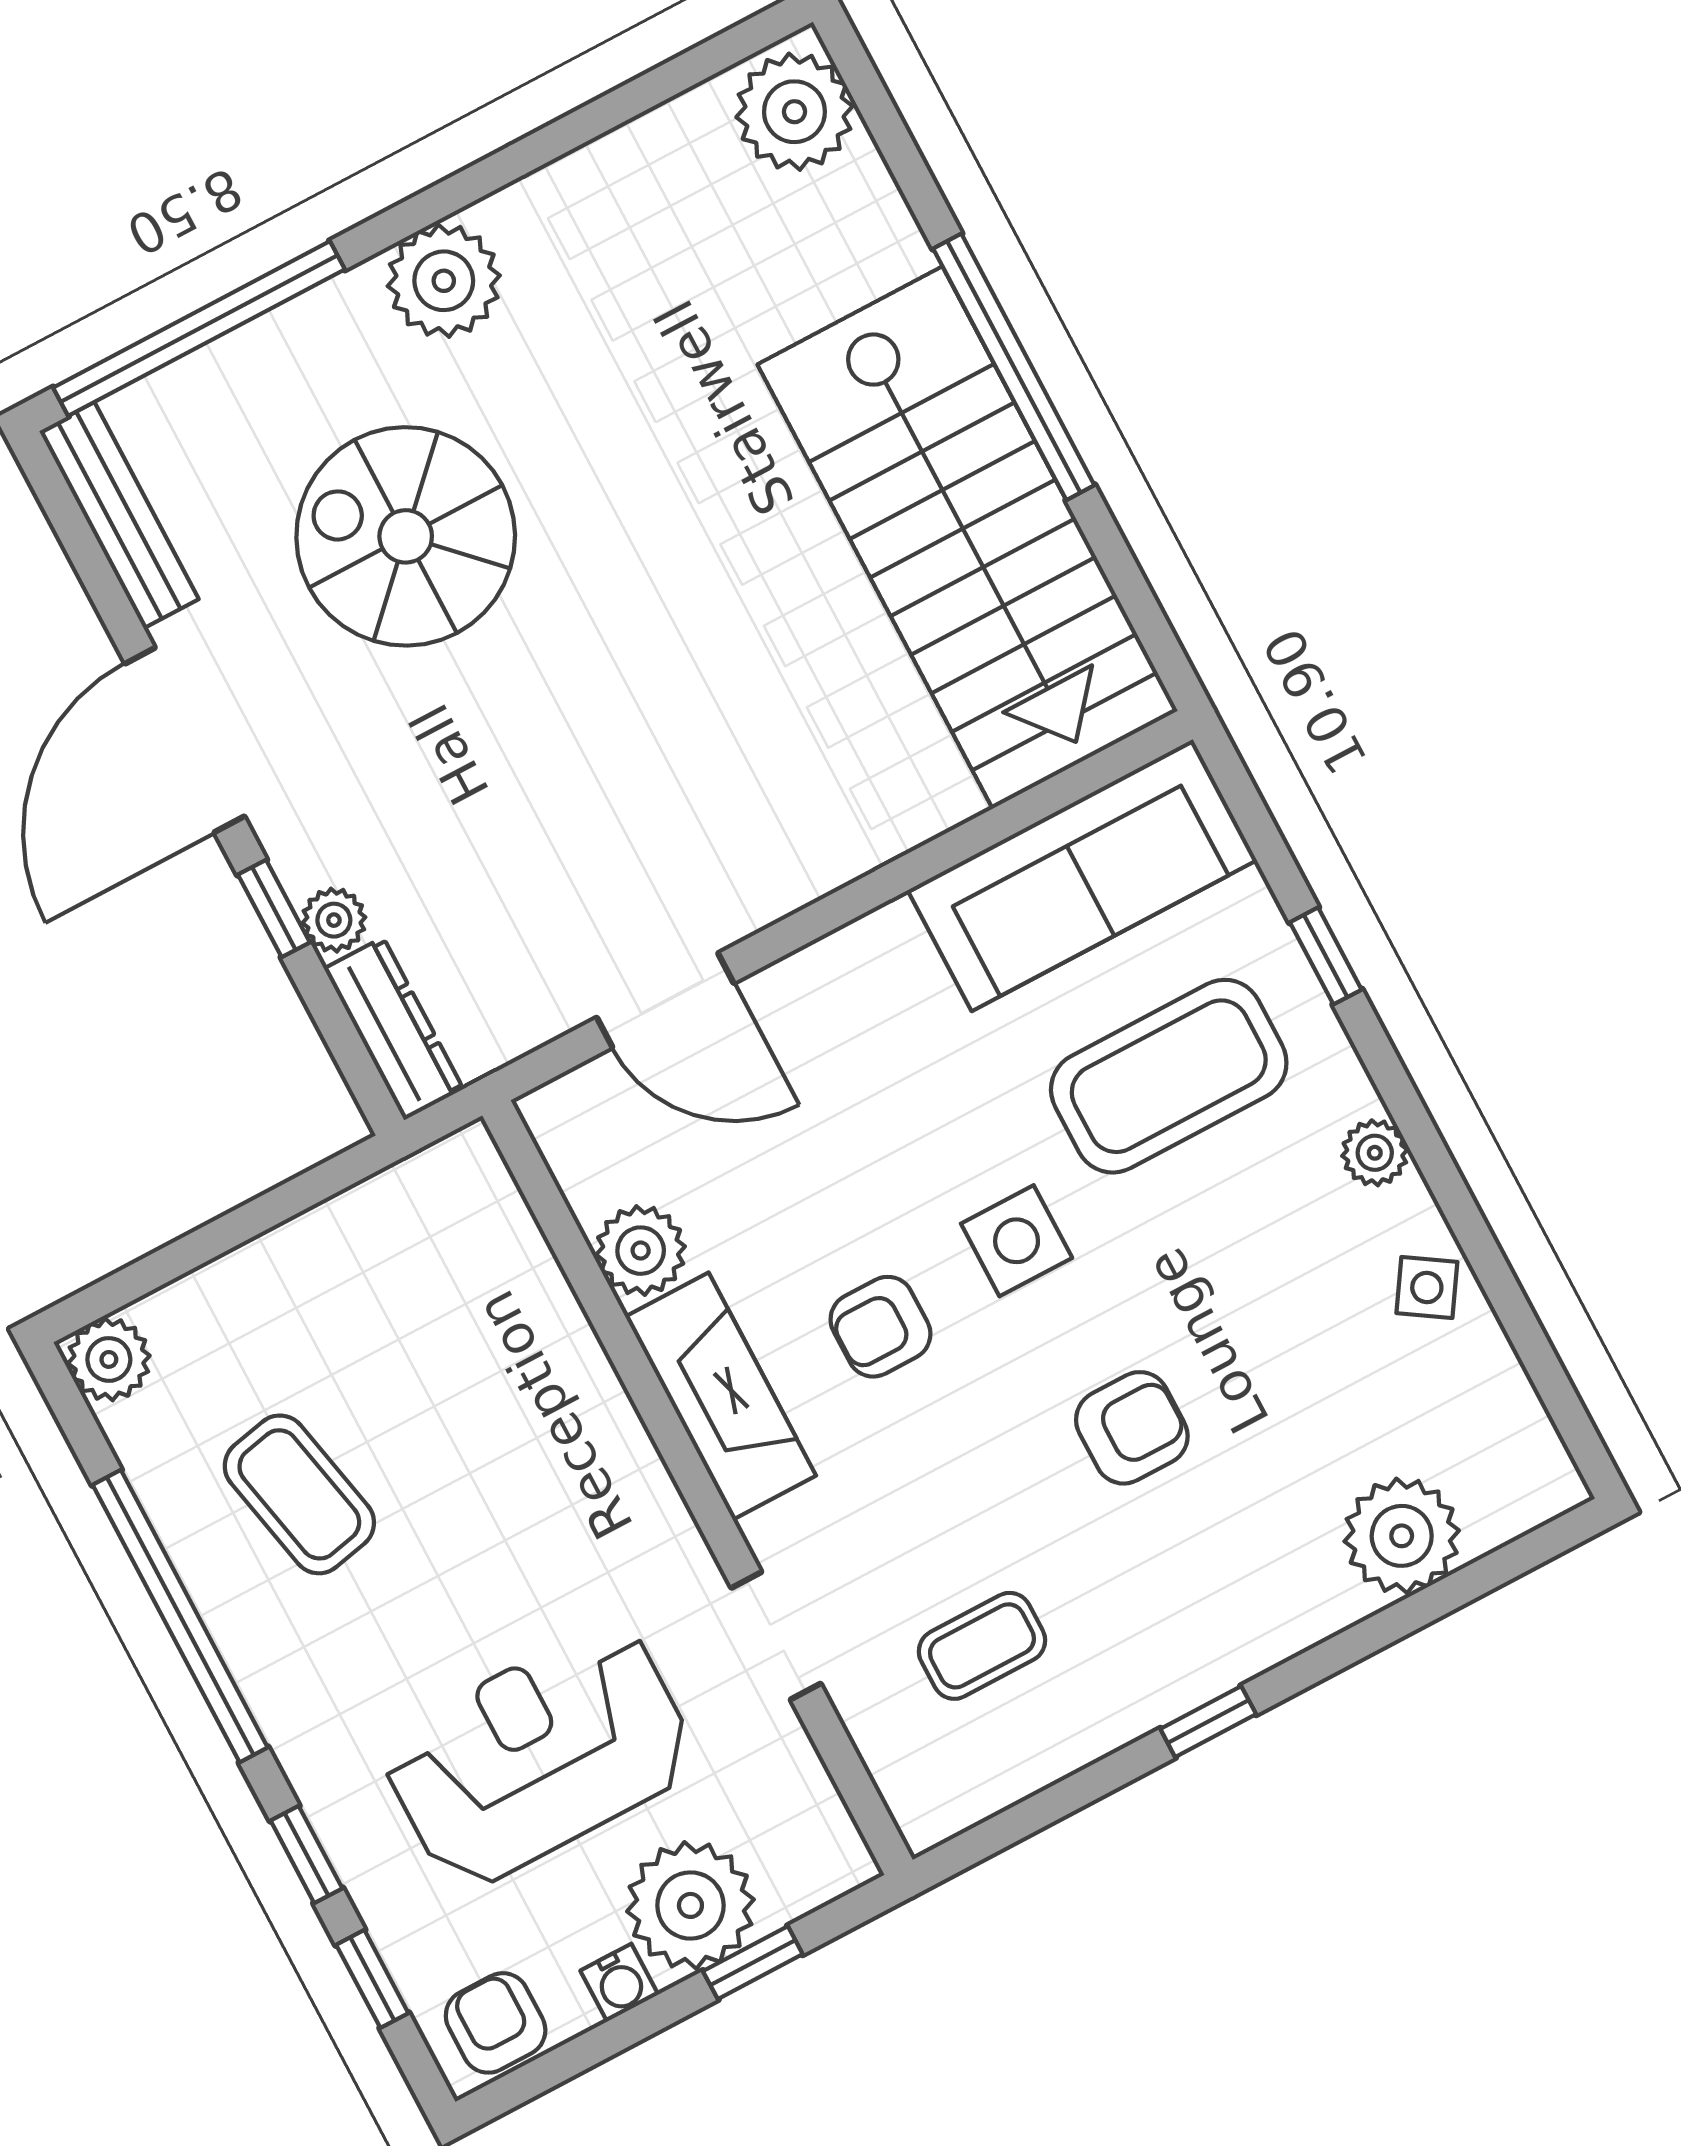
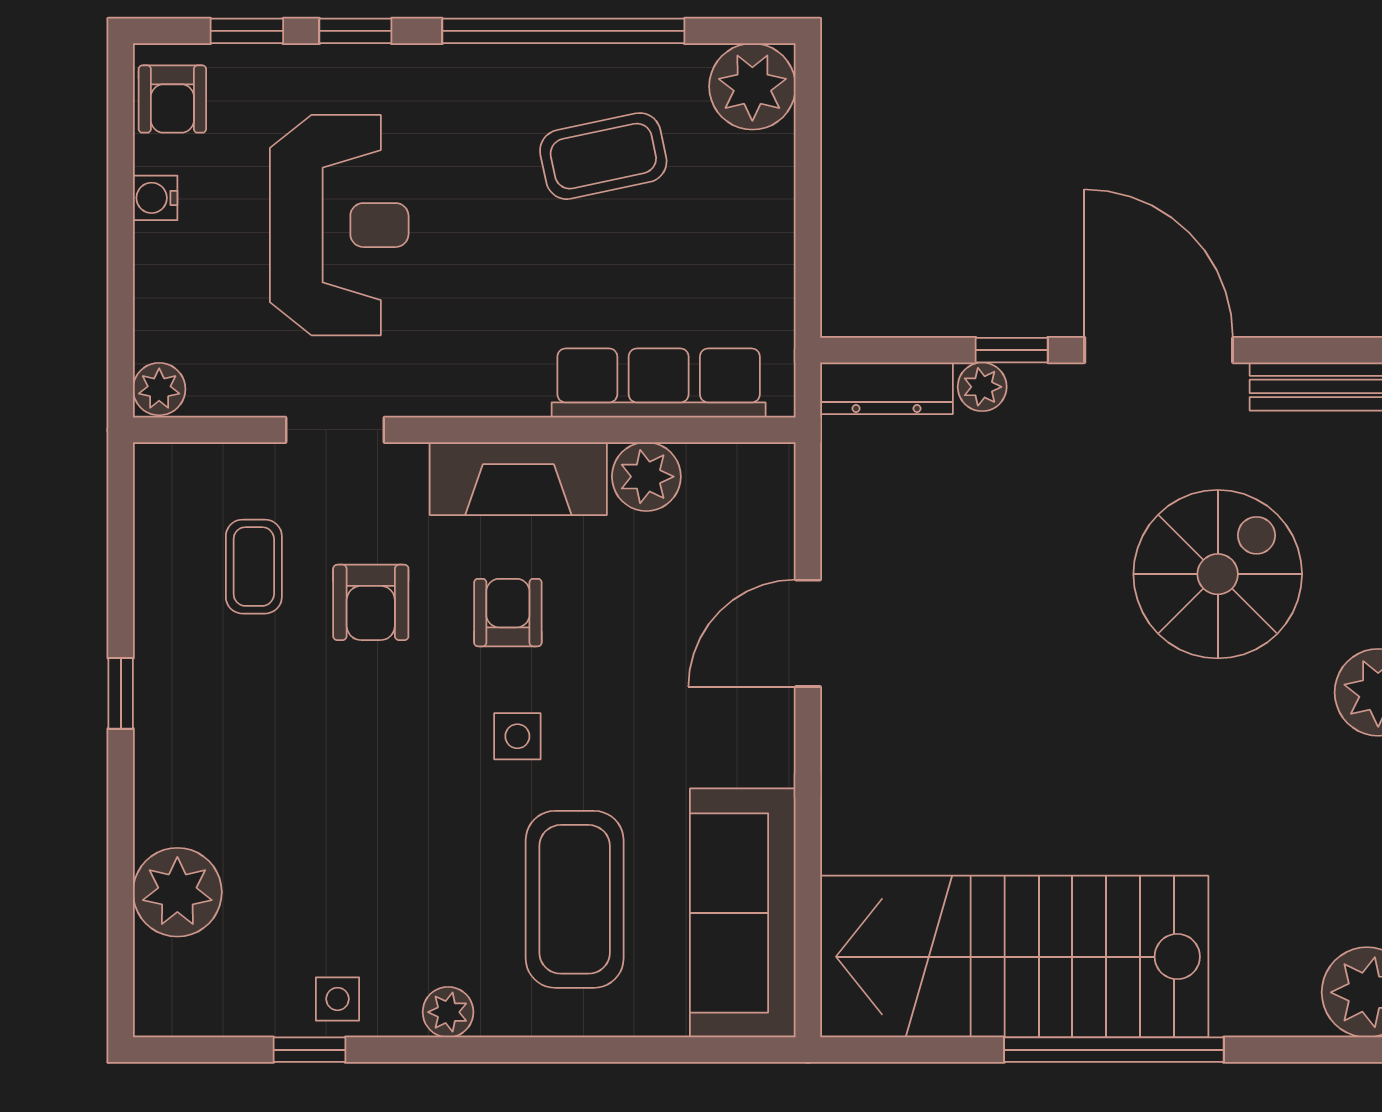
window: (1326, 956) -> (309, 1050), moved
door: (665, 1000) -> (808, 633), moved
side table: (1017, 1241) -> (517, 736), width x0.73, depth x0.73
side table: (1427, 1287) -> (338, 999), turned -33
row of seats: (526, 1293) -> (659, 383), added
plant: (109, 1359) -> (752, 86), width x1.36, depth x1.36
armchair: (1132, 1428) -> (371, 602), moved
plant: (690, 1905) -> (159, 389), moved, width x0.53, depth x0.53
window: (753, 1963) -> (121, 296), removed
armchair: (496, 2023) -> (172, 99), turned 90

